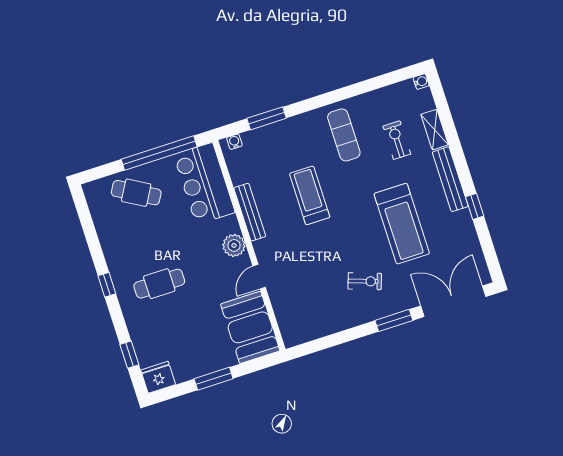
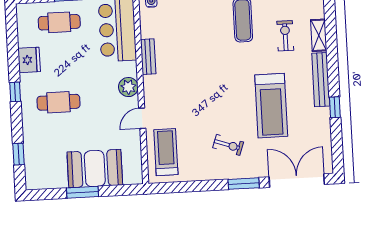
cafe table: (136, 193) -> (59, 22), turned -30
treadmill: (310, 195) -> (166, 152), moved
bench: (250, 212) -> (148, 57), width x0.73
booth: (250, 327) -> (95, 169), moved, turned 90
fridge: (158, 377) -> (29, 60), moved, turned 90

